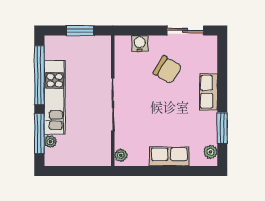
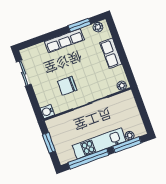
water cooler: (140, 43) -> (47, 111), moved
chair: (167, 70) -> (67, 86), moved, turned -121
row of seats: (209, 92) -> (64, 41), width x1.48

